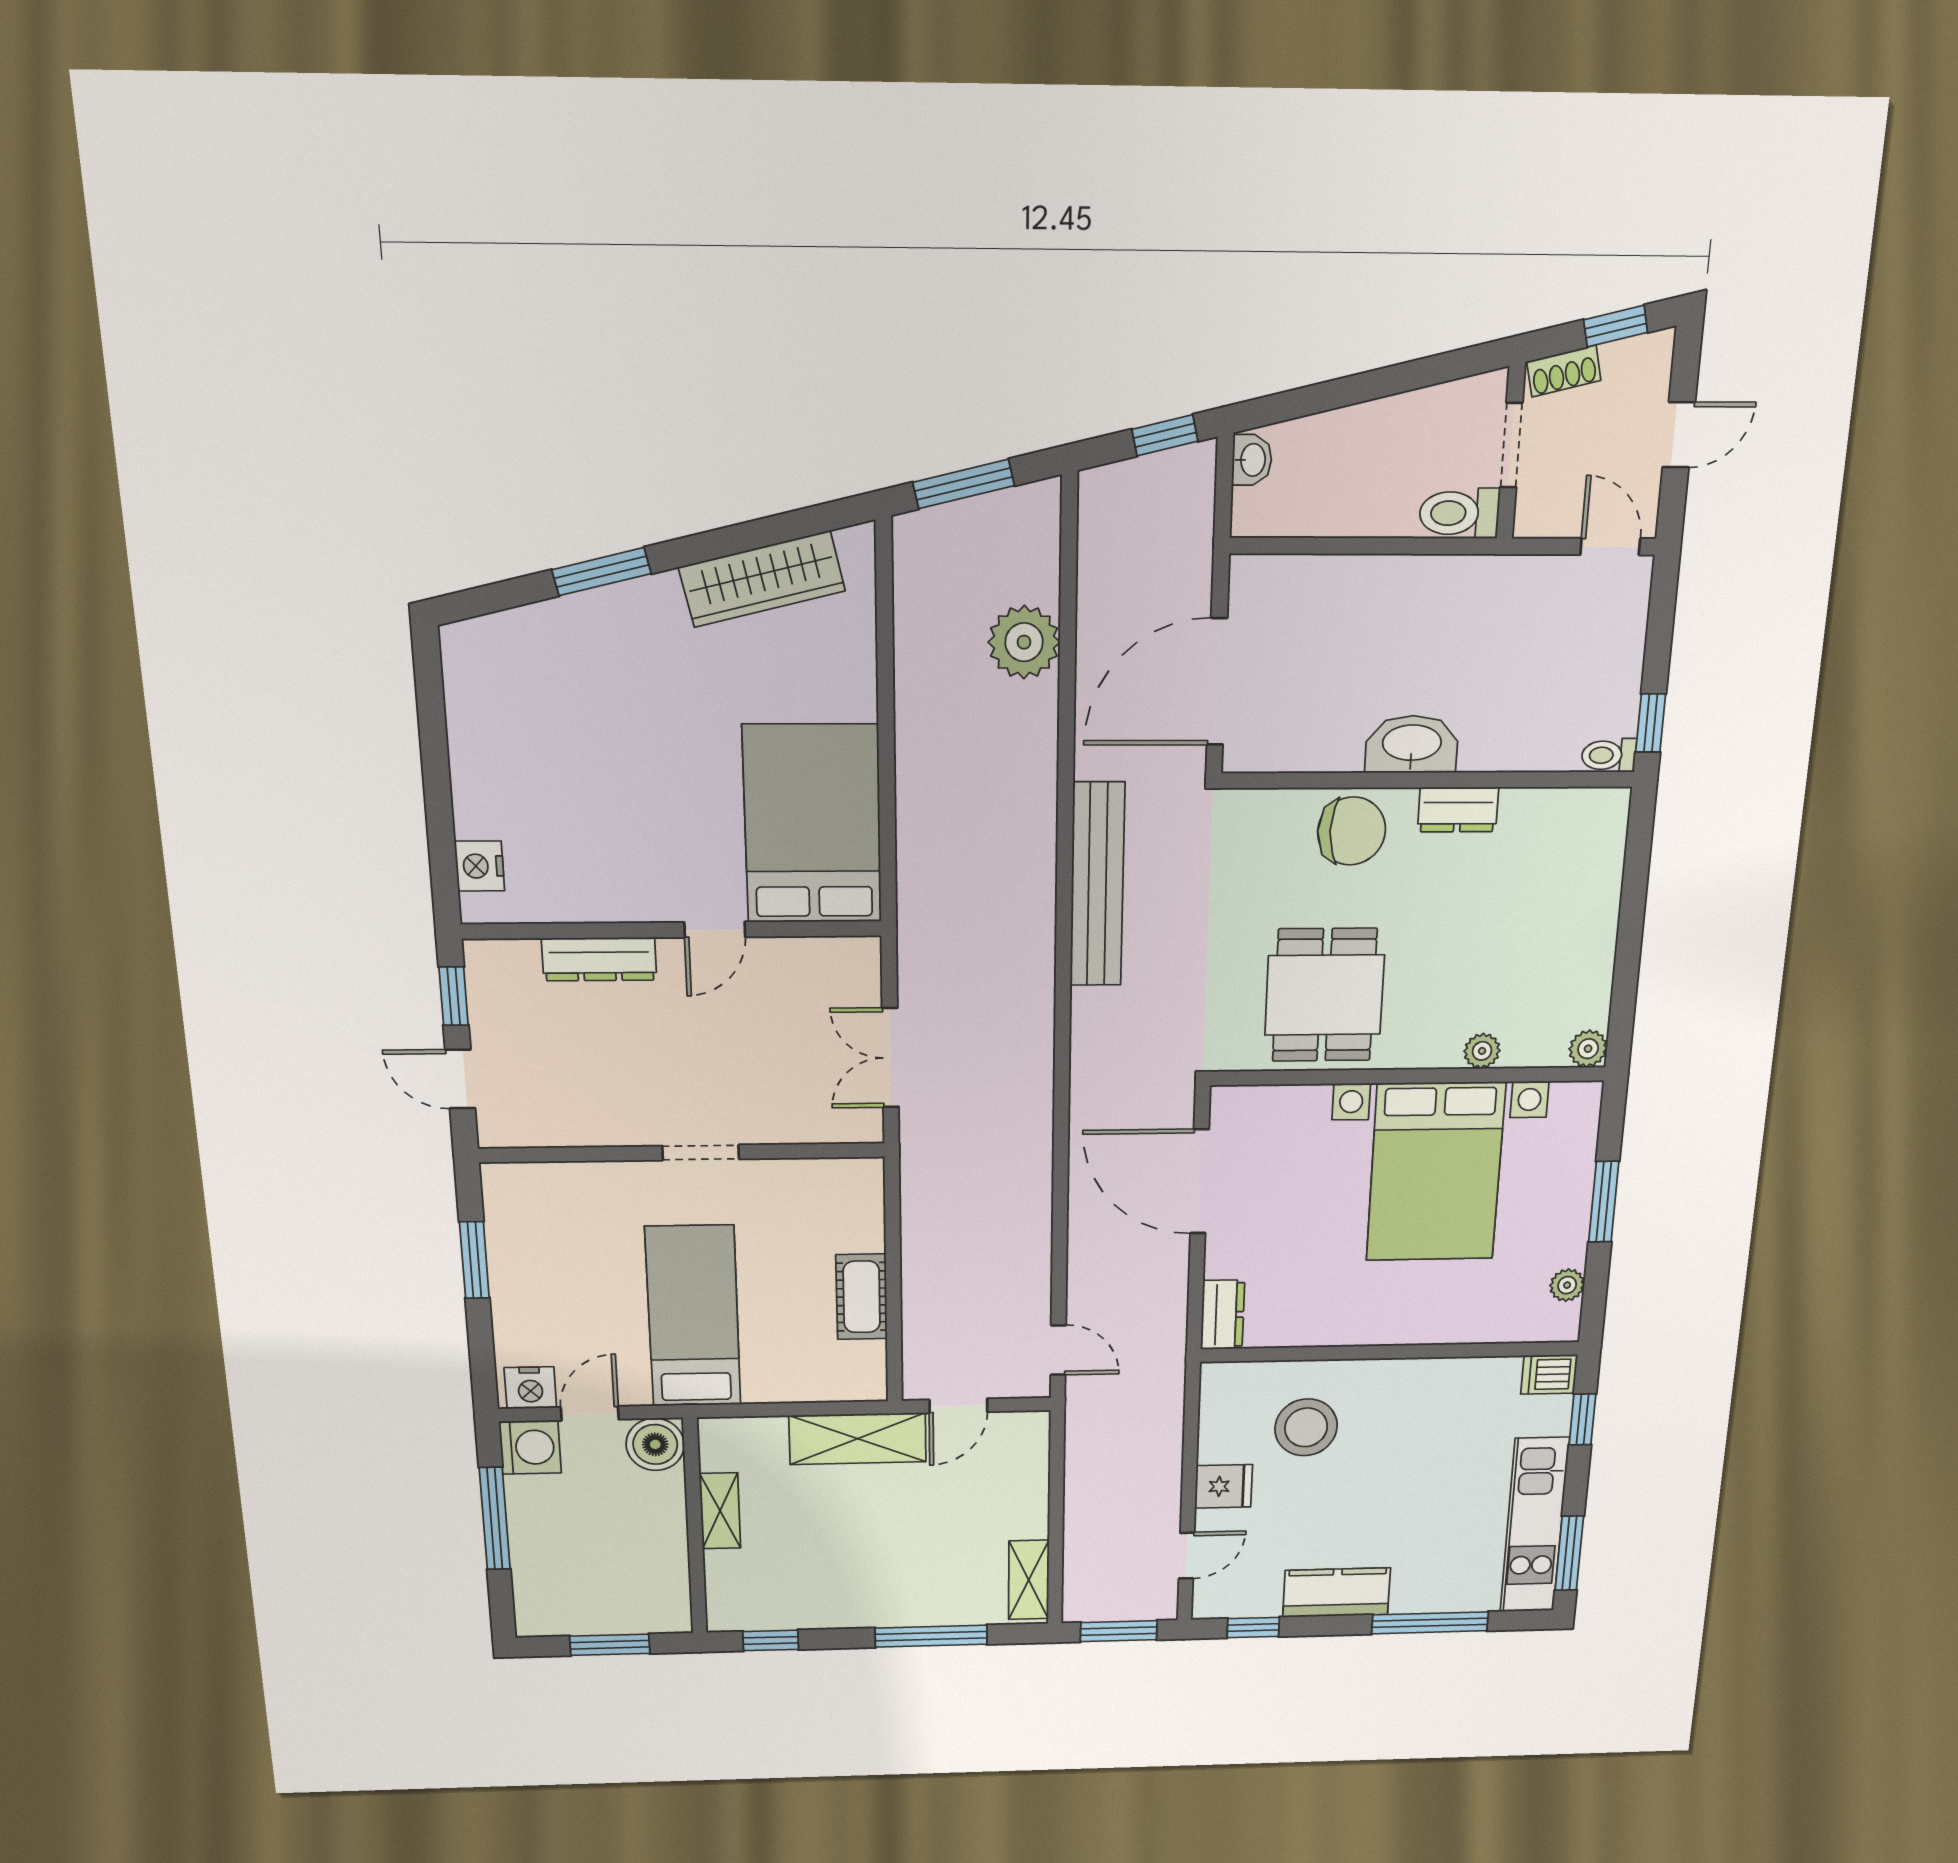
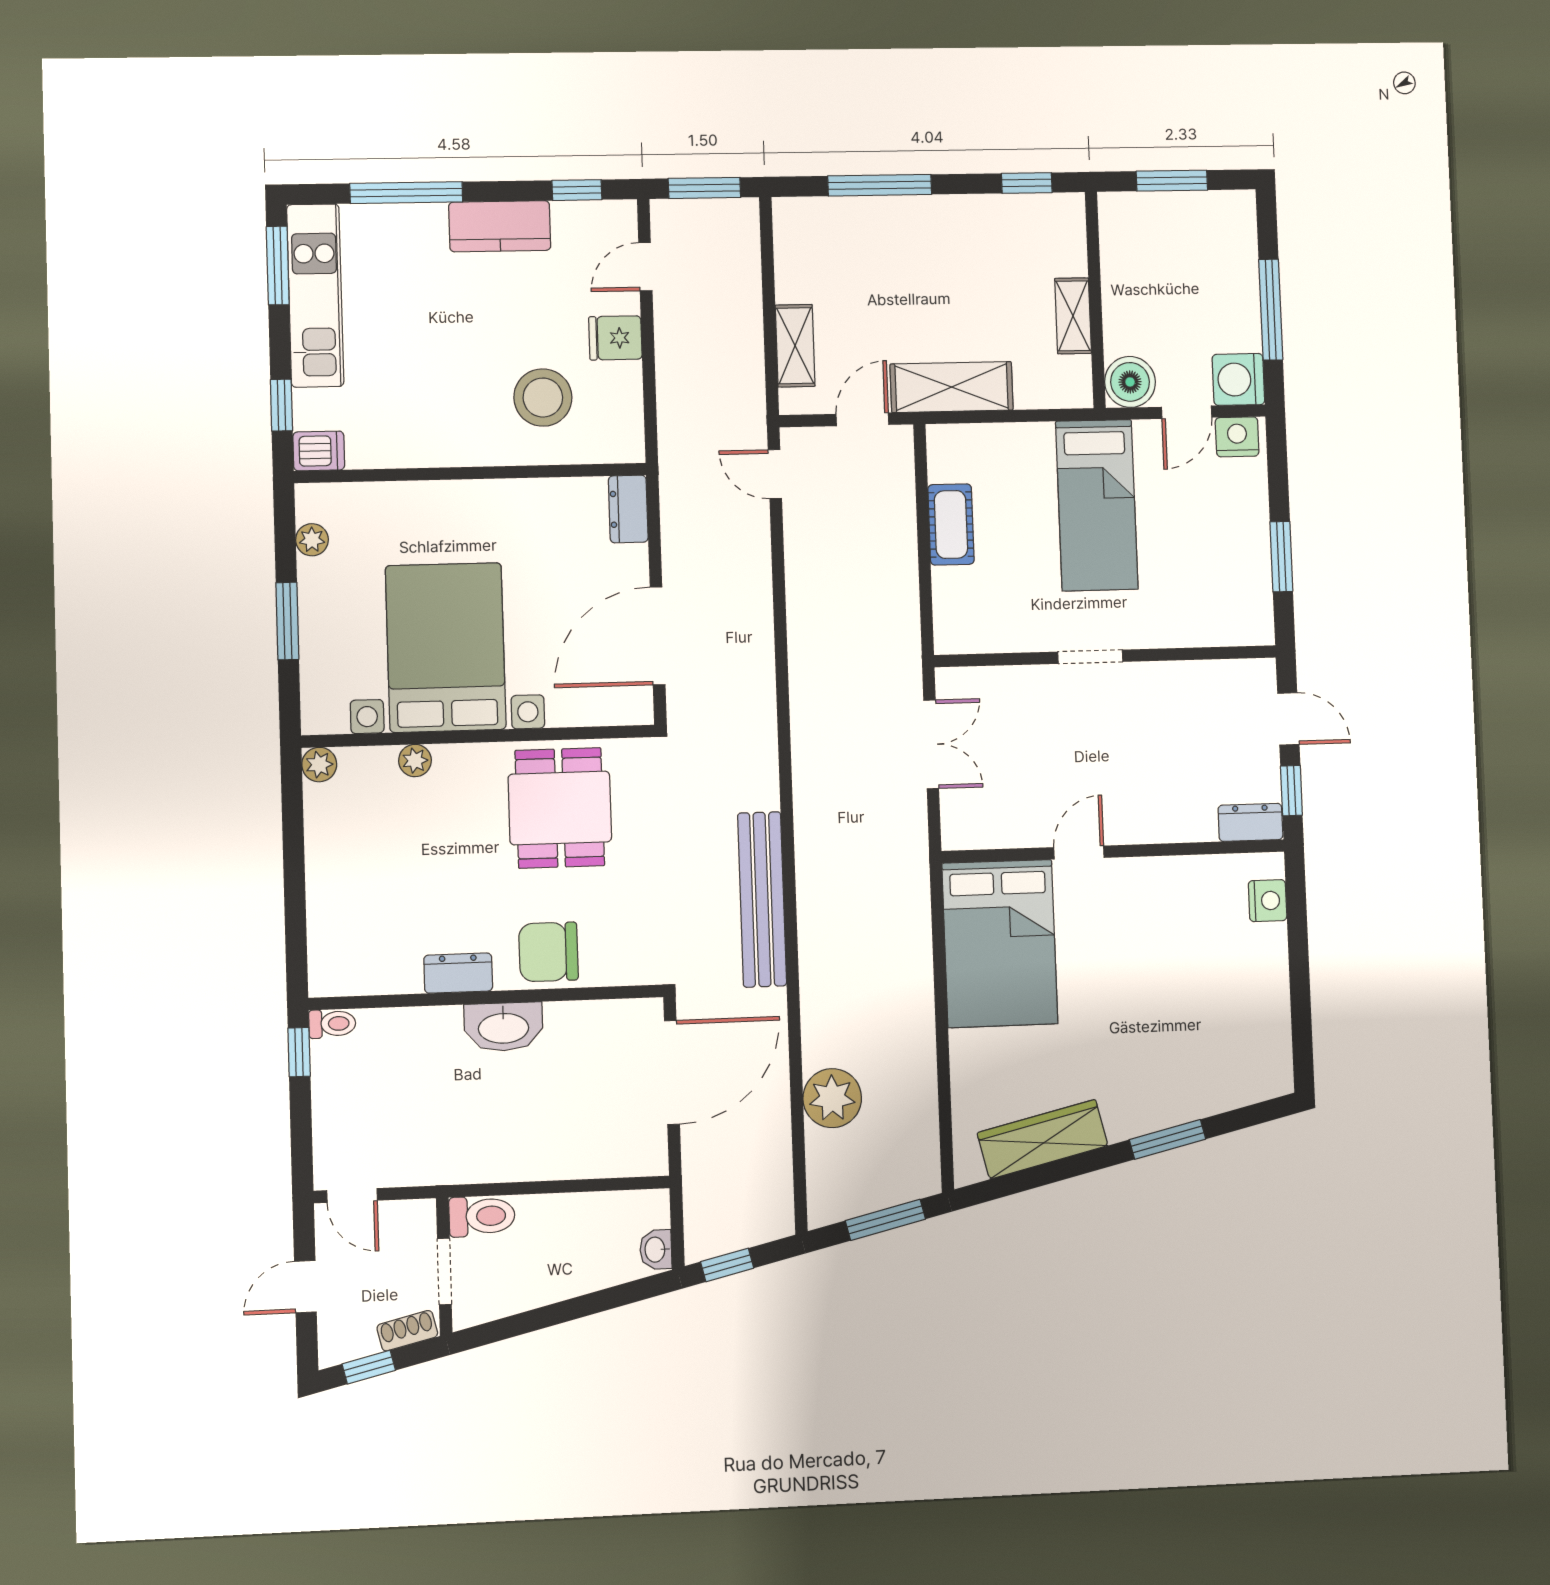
dresser: (599, 959) -> (1250, 822), moved, width x0.70
door: (1200, 1181) -> (658, 636), swing flipped
shelving: (1029, 1580) -> (795, 346), moved

